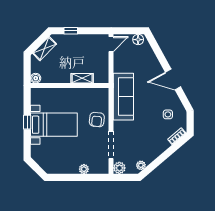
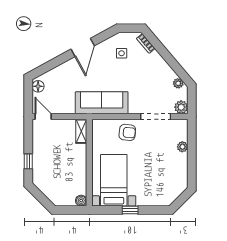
shelving: (45, 49) -> (48, 191), removed
shelving: (82, 78) -> (81, 131), moved
bed with nightstands: (54, 125) -> (114, 180), moved

